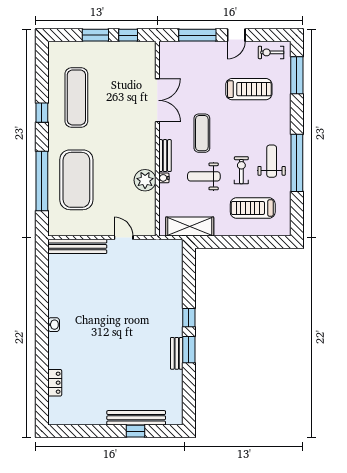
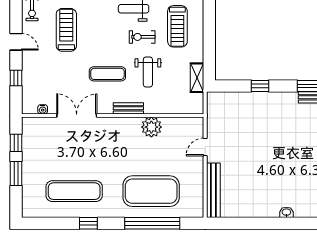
window: (197, 35) -> (16, 78), width x0.46
water cooler: (164, 178) -> (43, 109), moved
shelving: (190, 227) -> (197, 78), width x0.67, depth x0.75
window: (189, 318) -> (260, 86), moved

